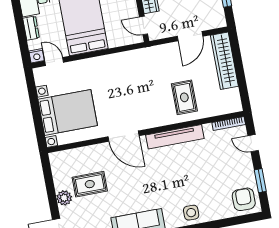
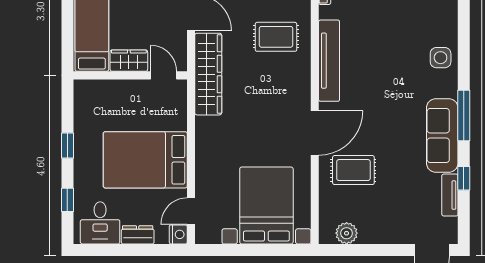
door: (144, 25) -> (164, 75), swing flipped
wardrobe: (150, 56) -> (208, 74), added
rug: (90, 184) -> (353, 170), moved, turned 90
plant: (64, 198) -> (347, 233), moved

